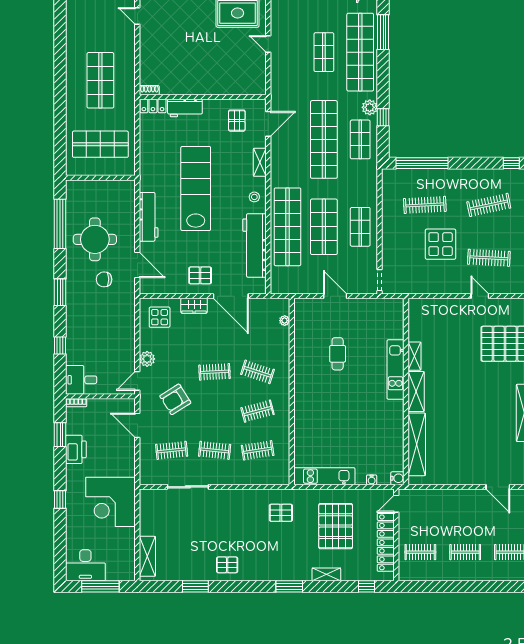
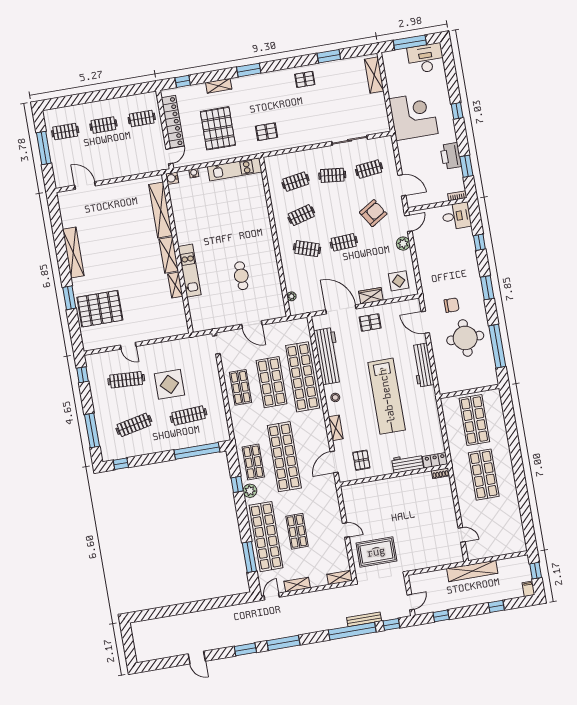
shop shelf: (100, 144) -> (474, 420), turned 90

